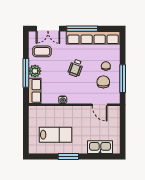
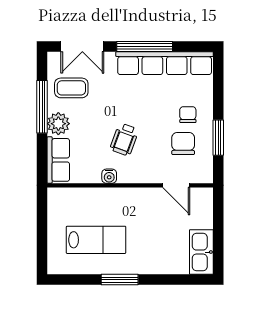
wheelchair: (76, 68) -> (124, 139), moved
window: (26, 73) -> (42, 107), moved
window: (123, 79) -> (218, 138), width x0.69
kitchen sink: (100, 147) -> (201, 252), moved, turned -90

